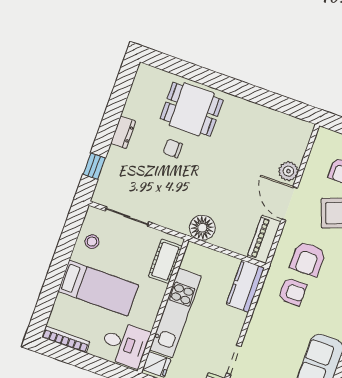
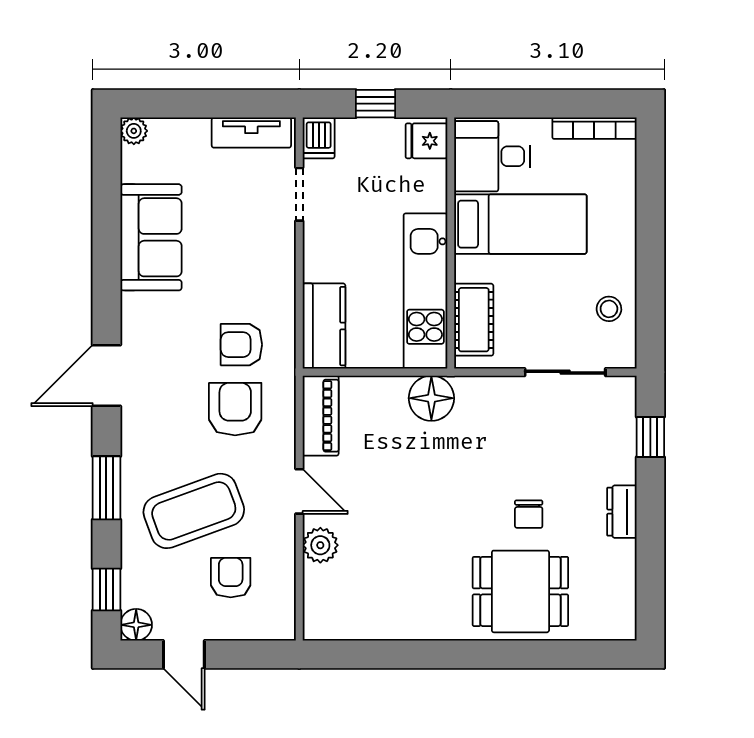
chair: (173, 148) -> (529, 514), turned 90
door: (289, 203) -> (299, 491), width x0.73
bed: (98, 288) -> (520, 224), moved, turned 180
kitchen unit: (176, 313) -> (425, 291), moved

